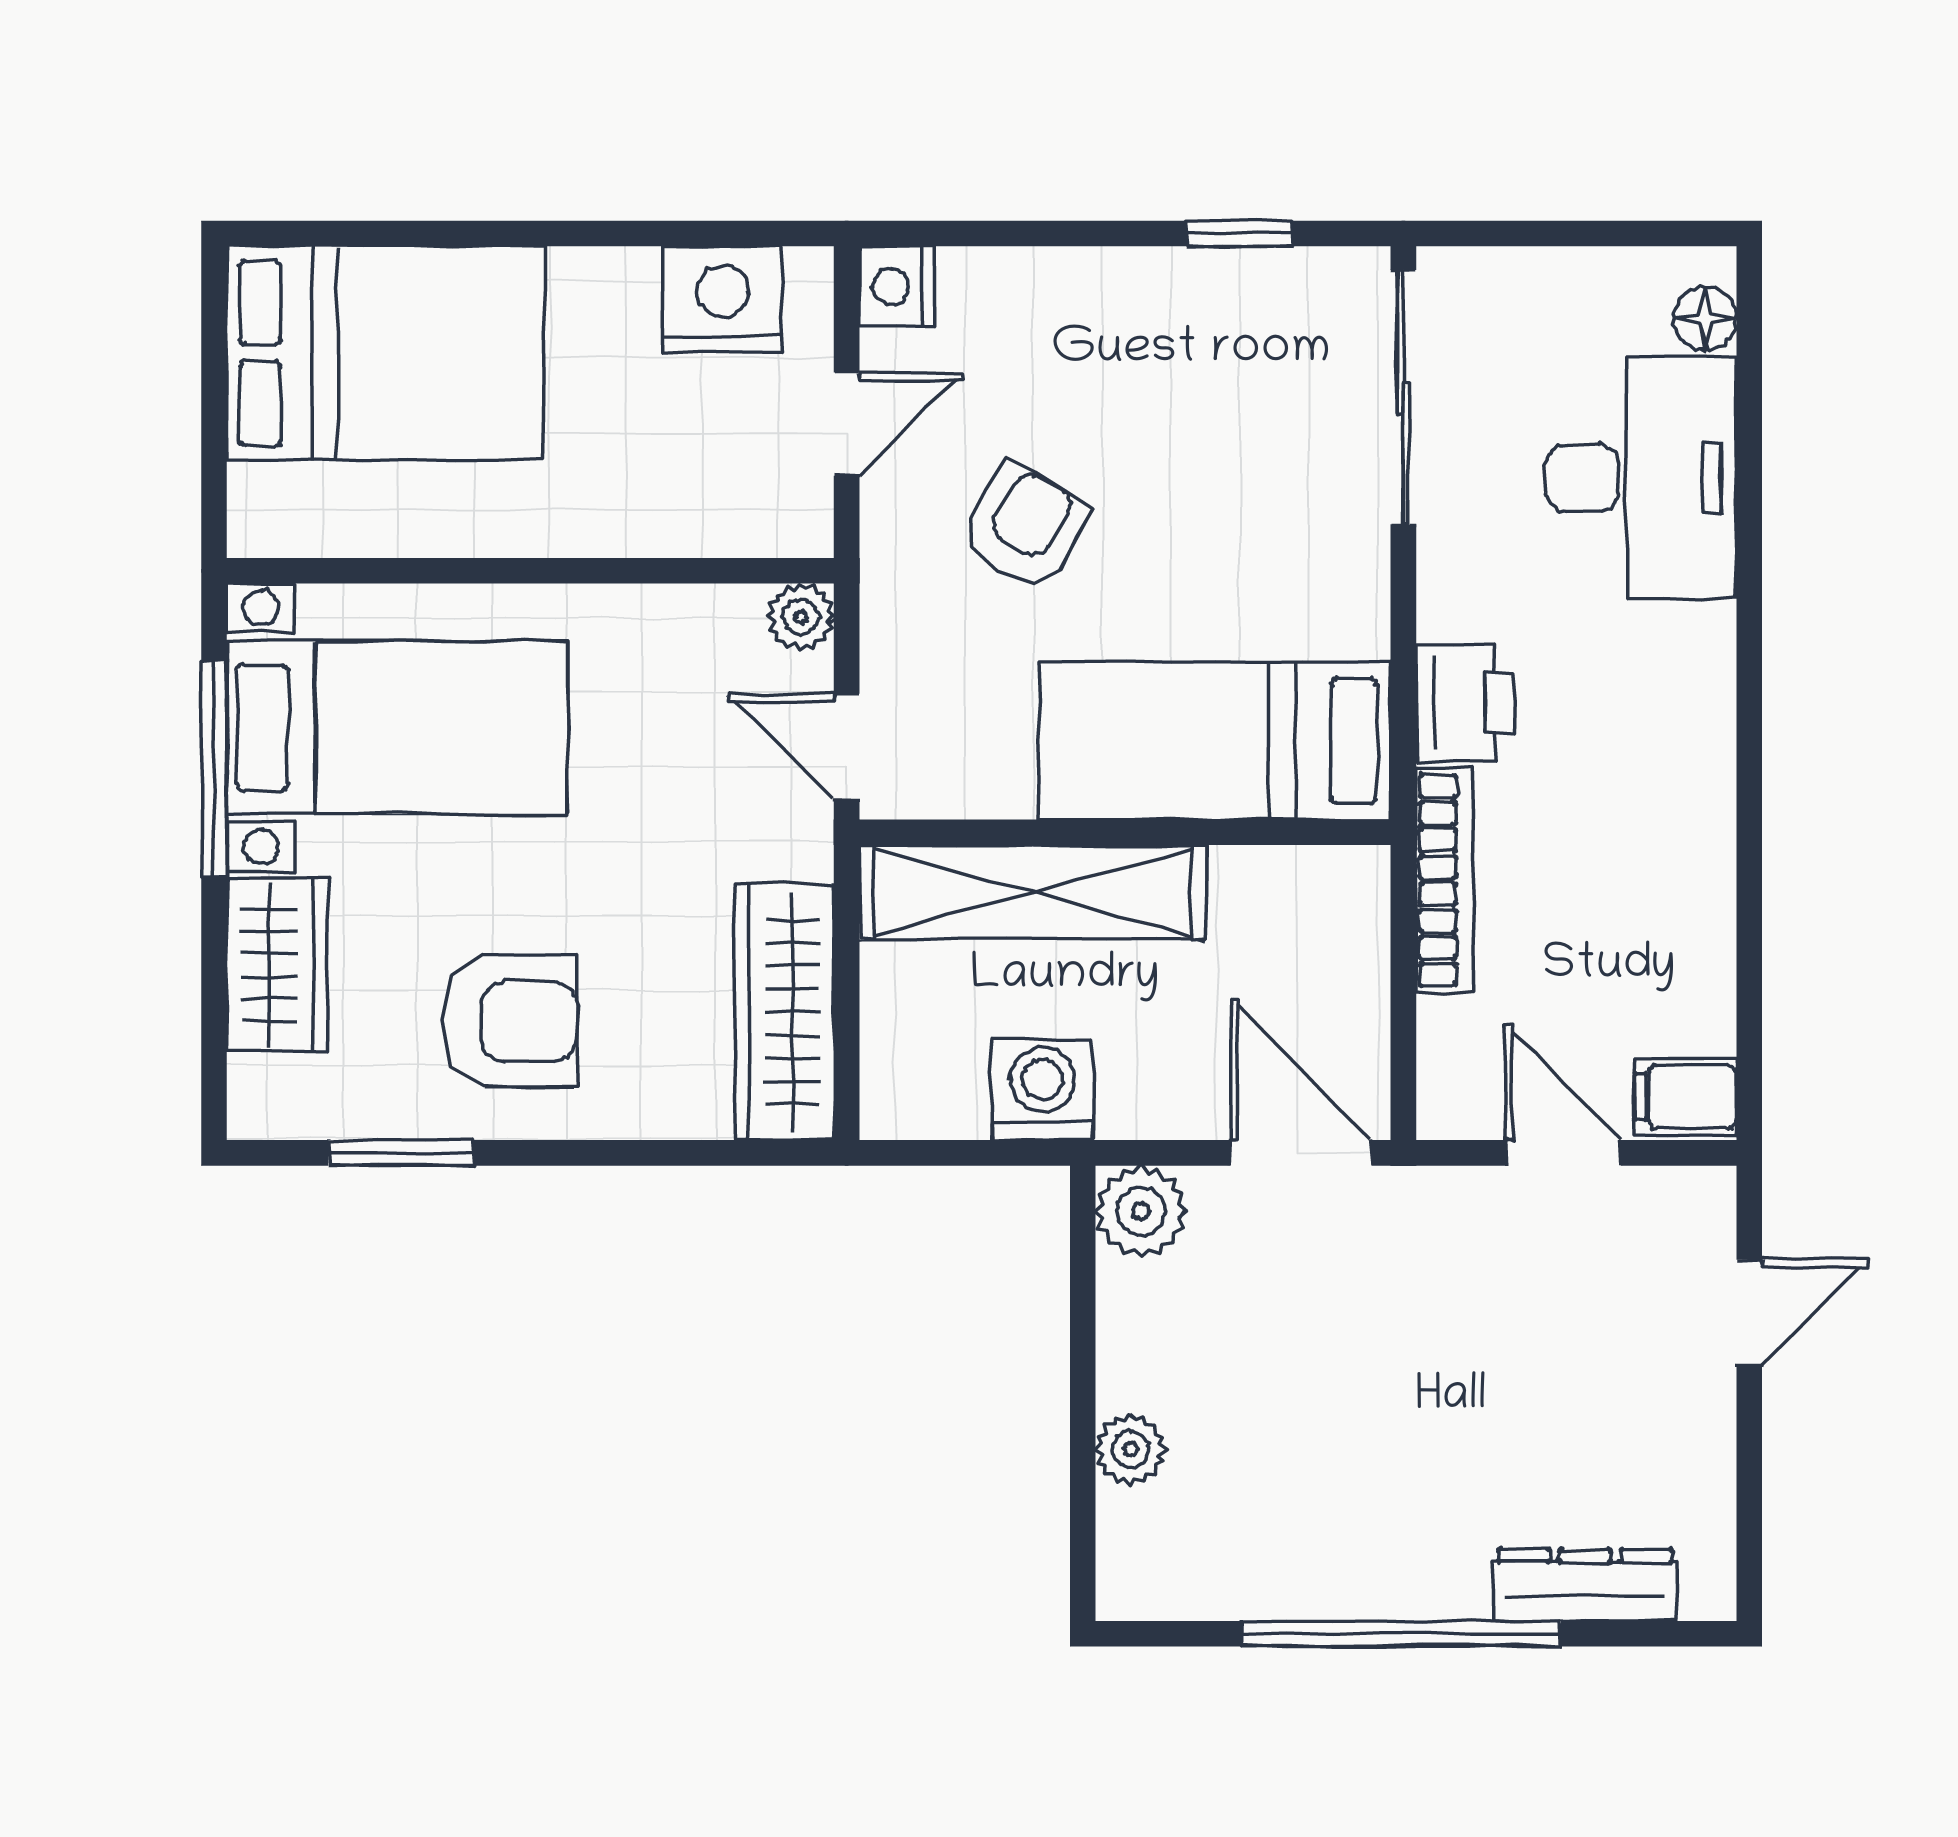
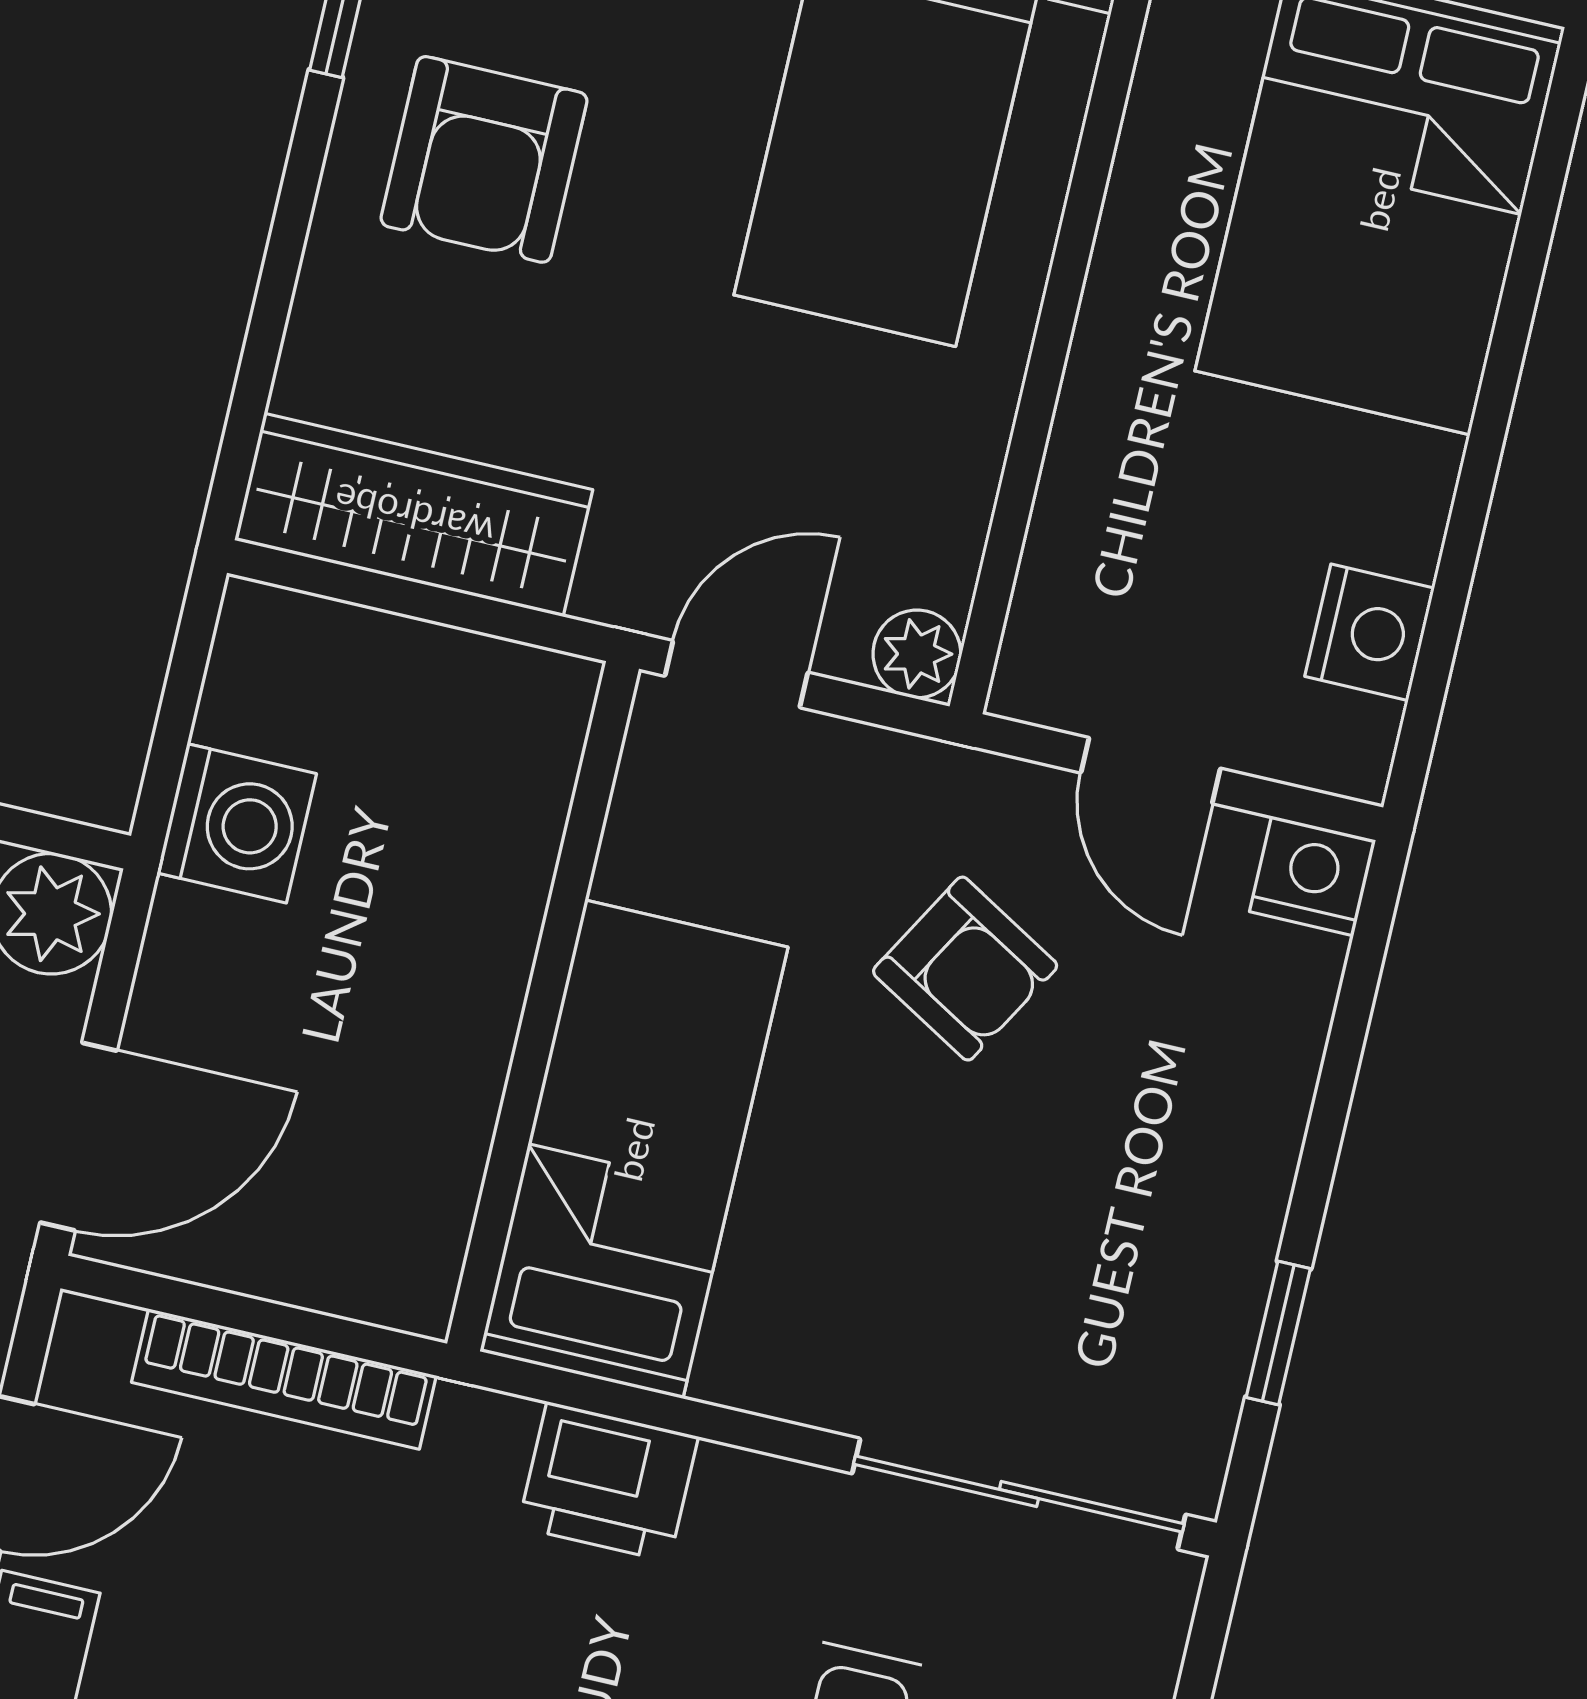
nightstand: (723, 300) -> (1370, 632), width x0.74, depth x0.75
bookcase: (1445, 880) -> (284, 1379), moved
shelving: (1032, 892) -> (494, 869), removed

